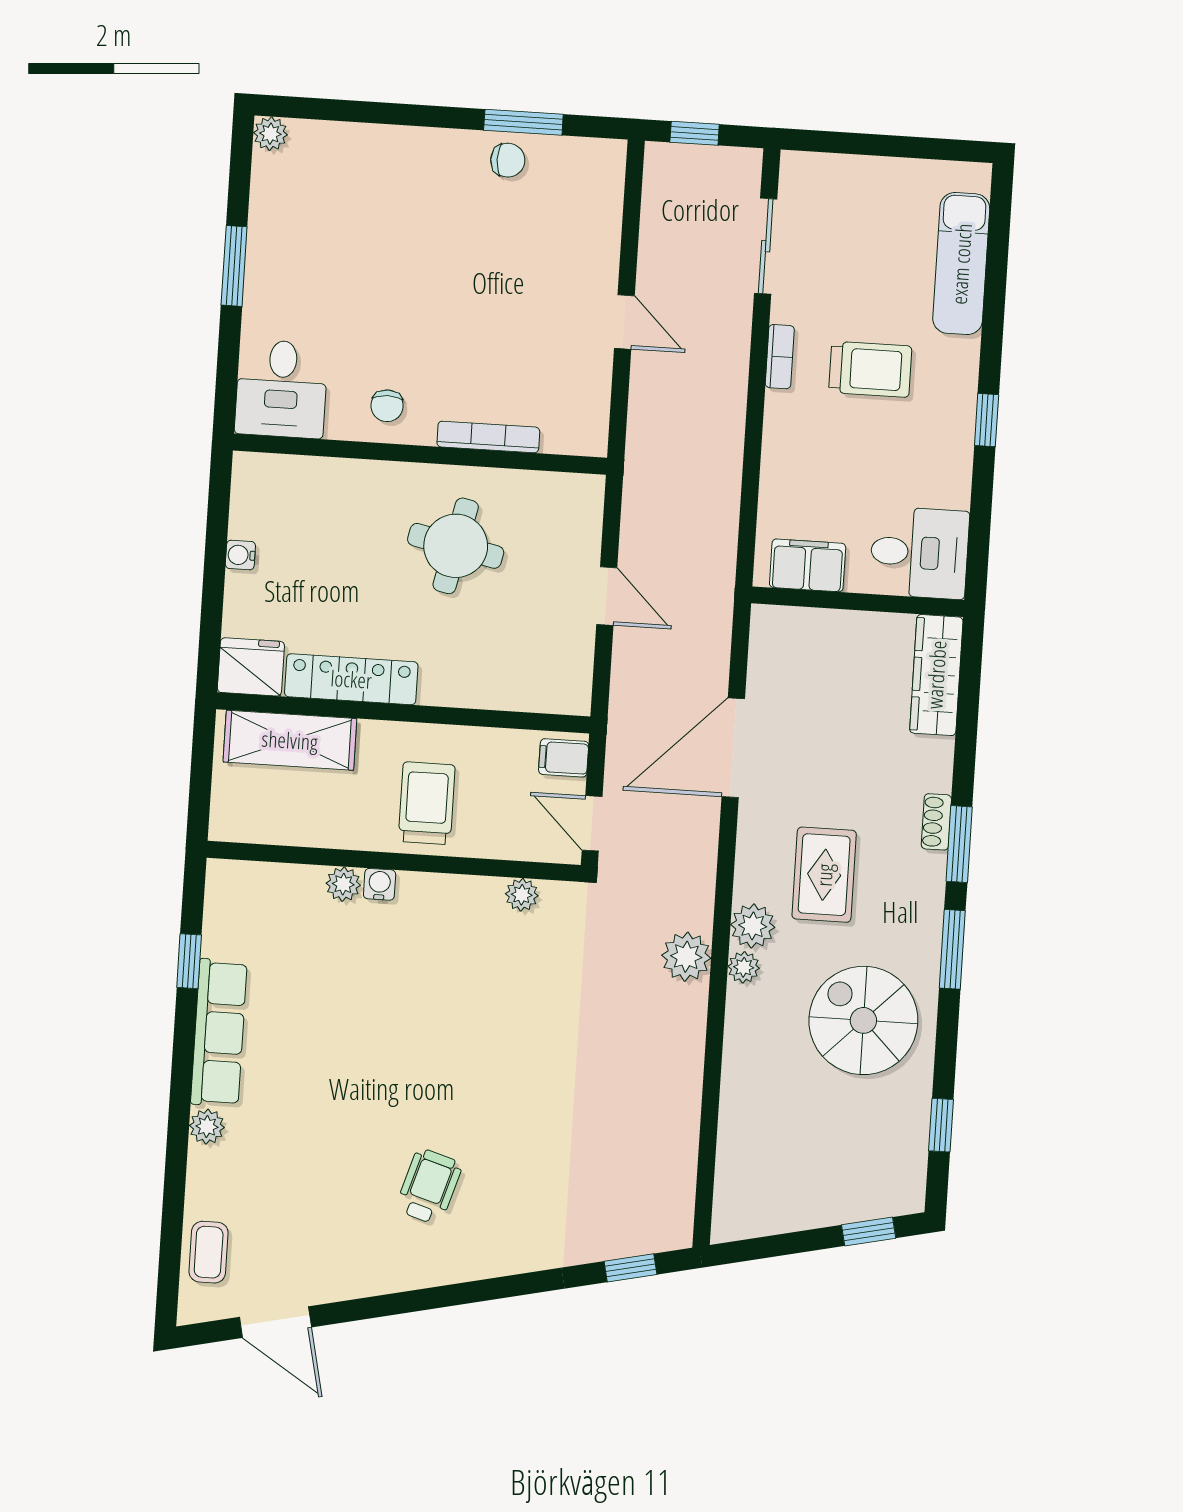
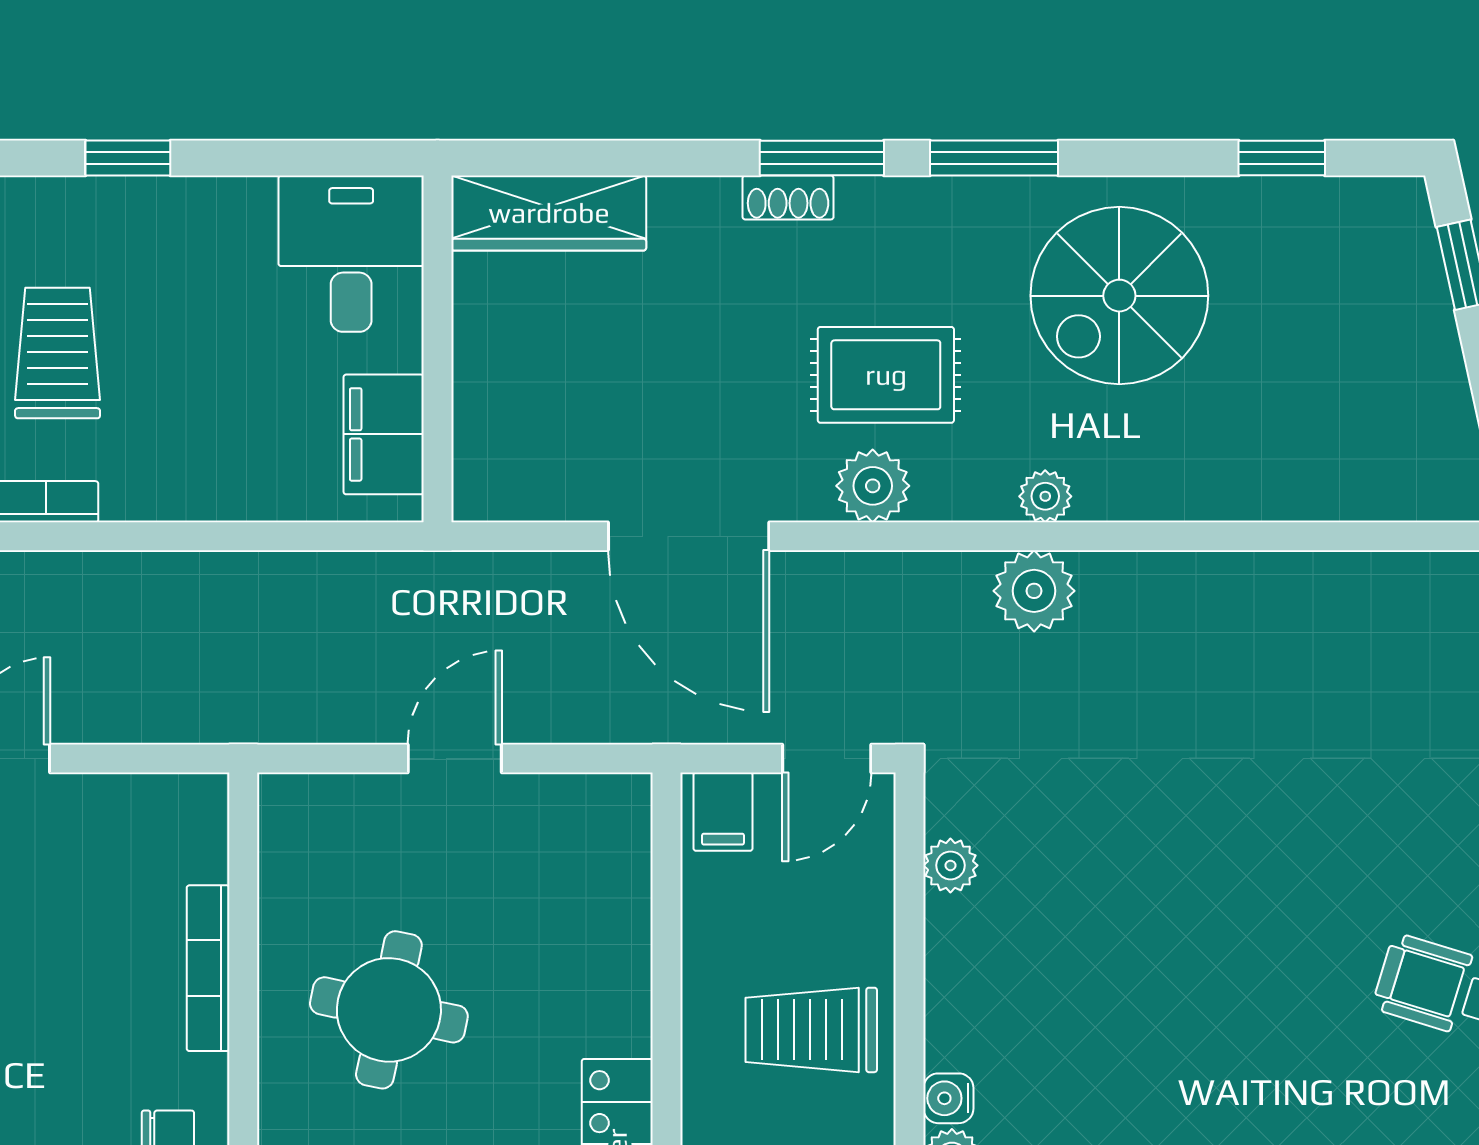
plant: (753, 926) -> (873, 486), moved

